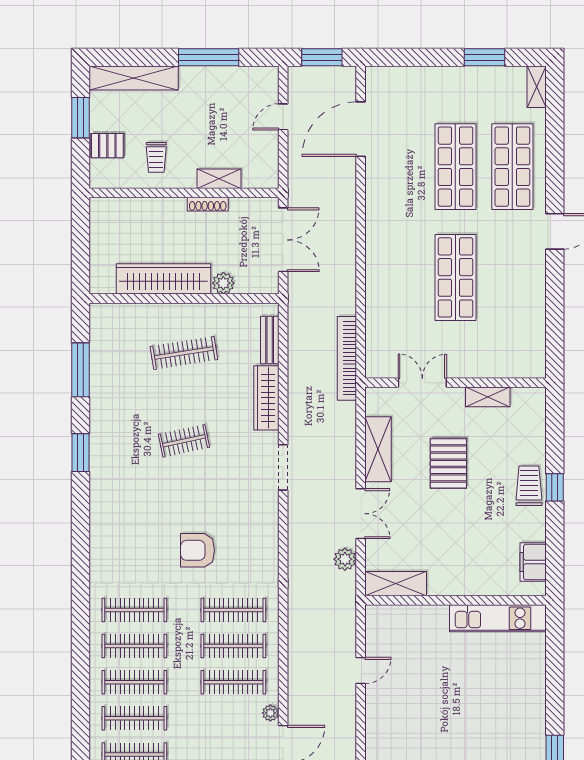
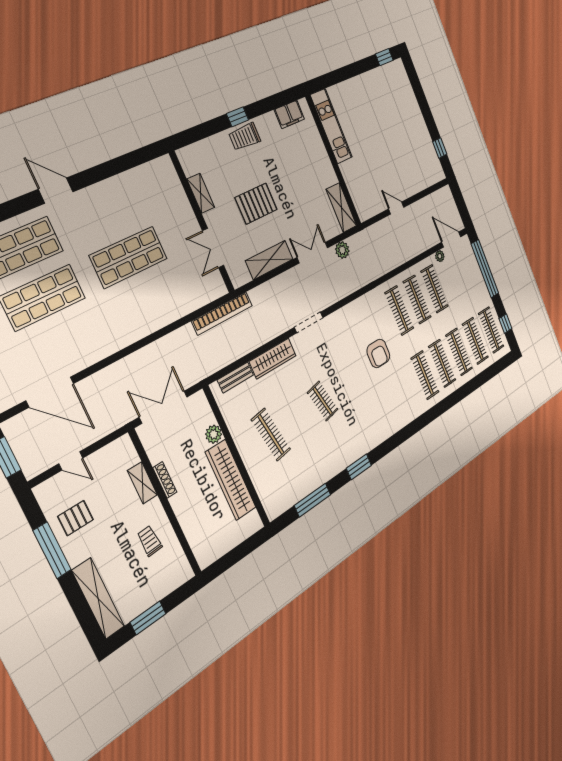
pallet: (107, 146) -> (76, 518), moved, turned 90
trolley: (156, 157) -> (150, 541), turned -93

